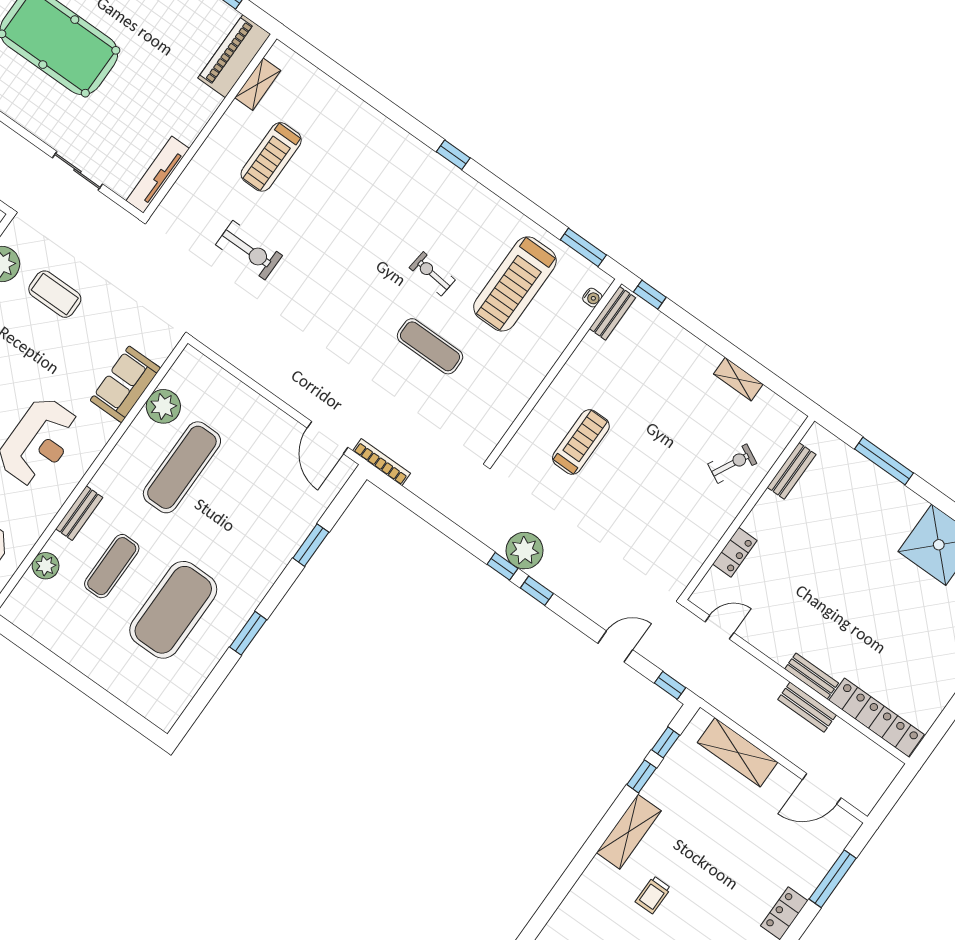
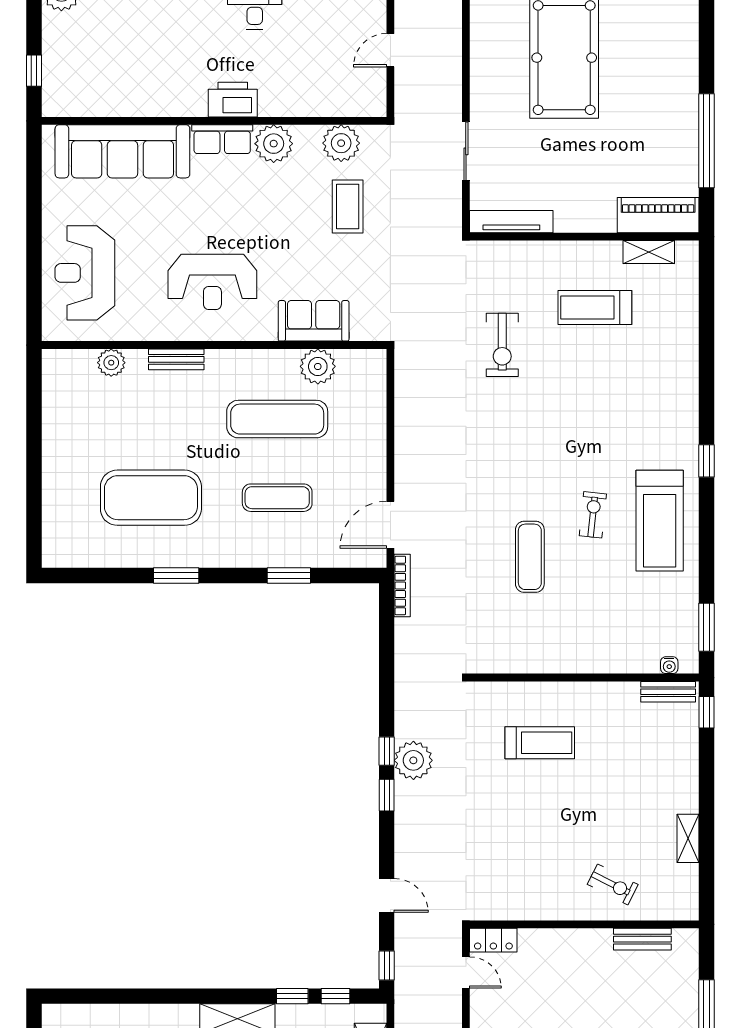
treadmill: (515, 284) -> (660, 521), moved, turned -90
locker: (735, 552) -> (493, 940), moved
exercise mat: (112, 566) -> (277, 498), moved

